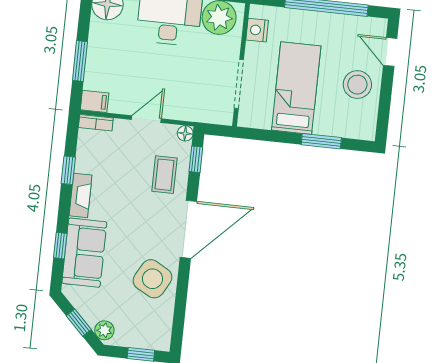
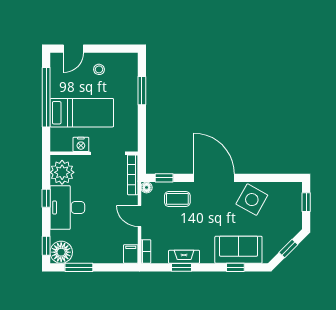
nightstand: (257, 30) -> (81, 144), moved
window: (80, 61) -> (79, 267), moved
stool: (357, 85) -> (99, 69), width x0.53, depth x0.53
bed: (296, 88) -> (82, 113), moved, turned 180
bookcase: (205, 116) -> (133, 175), added
fireplace: (81, 195) -> (184, 257), moved
plant: (104, 330) -> (292, 230), removed

